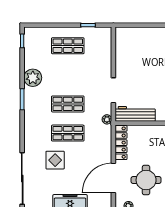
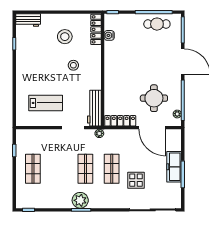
lab bench: (141, 60) -> (46, 103), added
plant: (33, 78) -> (80, 200), moved

